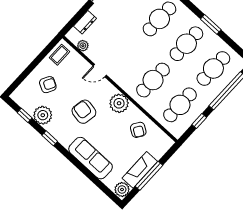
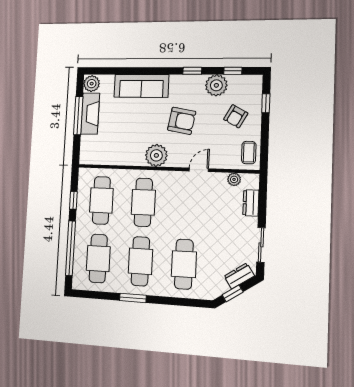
window: (23, 77) -> (266, 103), added
armchair: (138, 130) -> (120, 147), removed

